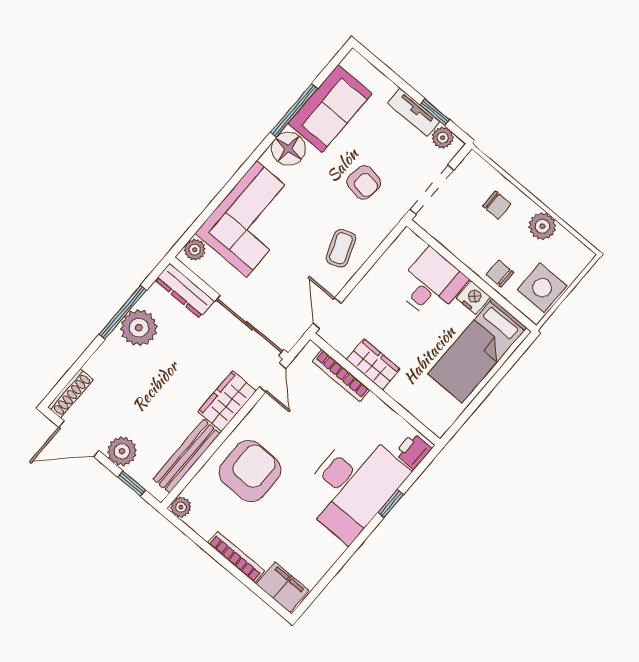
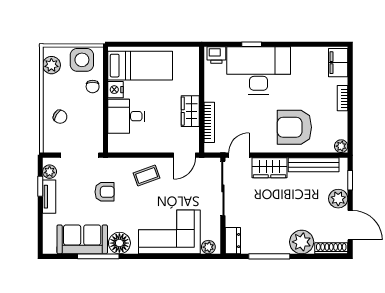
armchair: (364, 182) -> (105, 192), turned 81
chair: (497, 205) -> (60, 117), turned 121
plant: (542, 226) -> (51, 65), moved
dresser: (185, 291) -> (233, 241), width x0.70
plant: (139, 328) -> (302, 242), moved
bookcase: (236, 557) -> (343, 98), width x0.64

